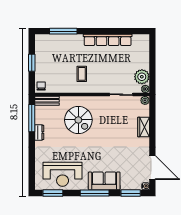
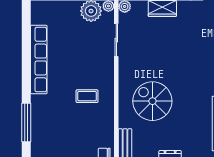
spiral stairs: (78, 120) -> (152, 101), turned -90

